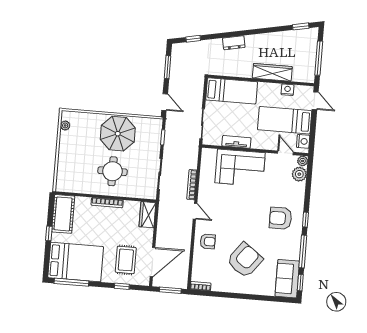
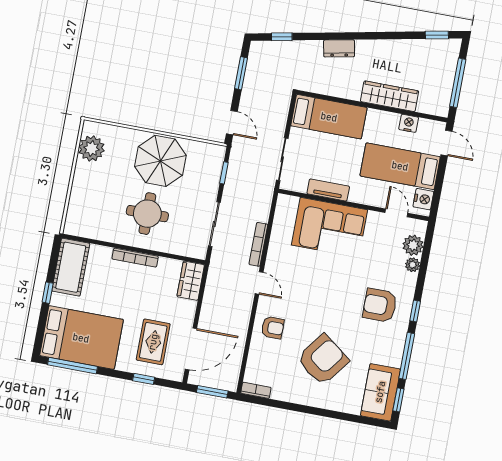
plant: (65, 125) -> (92, 149), width x1.87, depth x1.87
plant: (303, 161) -> (413, 265), moved

